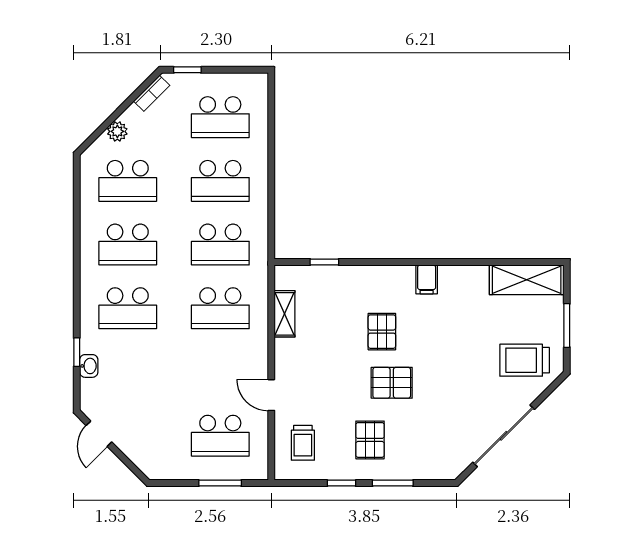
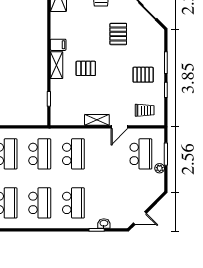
shelving: (388, 276) -> (57, 65), added
shelving: (285, 314) -> (97, 120), moved
pallet: (392, 383) -> (118, 34), moved
plant: (193, 471) -> (160, 168), added

